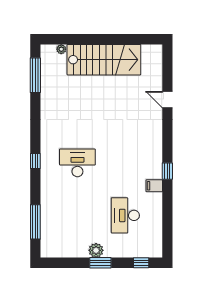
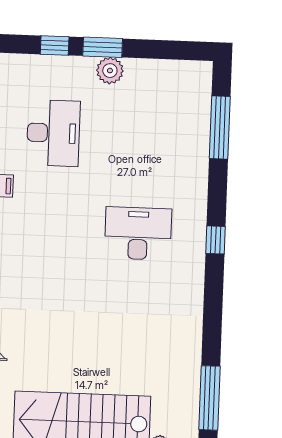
desk: (77, 163) -> (138, 233), turned 180
window: (141, 263) -> (55, 46), moved

